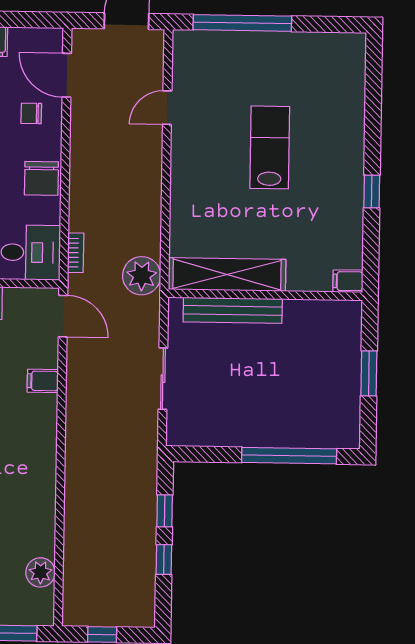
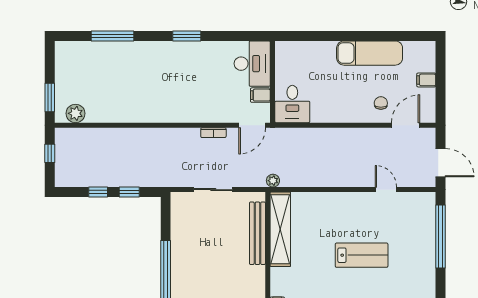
chair: (41, 178) -> (340, 110), removed
bookcase: (76, 253) -> (213, 133), moved
plant: (142, 276) -> (273, 181), width x0.53, depth x0.53
filing cabinet: (43, 381) -> (260, 95), moved, turned -90
plant: (40, 572) -> (76, 113), moved

